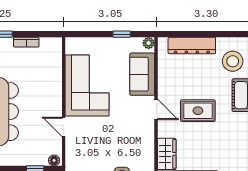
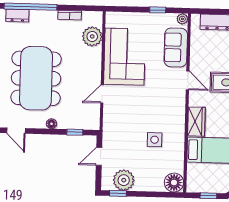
plant: (51, 65) -> (92, 36), added
door: (64, 127) -> (102, 94), hinge flipped
floor lamp: (54, 160) -> (52, 124), moved

